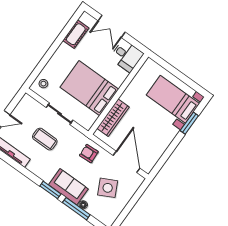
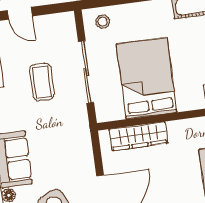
sliding door: (60, 114) -> (86, 72), width x1.37
armchair: (89, 154) -> (72, 147), removed

